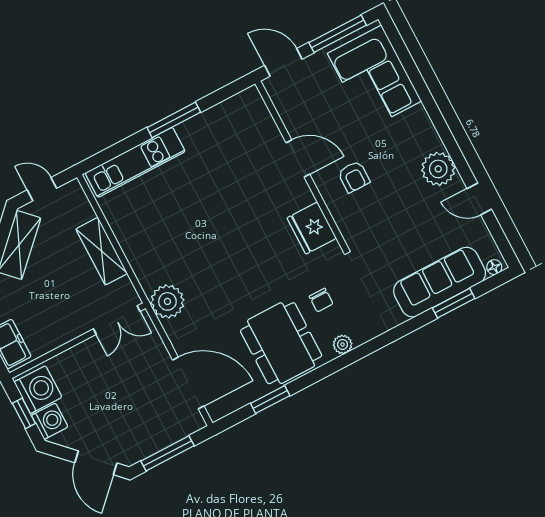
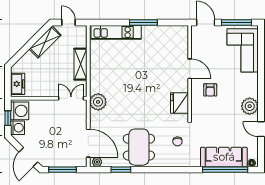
chair: (321, 300) -> (177, 141), moved
window: (454, 303) -> (225, 170), width x2.11
double door: (117, 320) -> (71, 98), swing flipped
plant: (343, 344) -> (97, 162), moved

